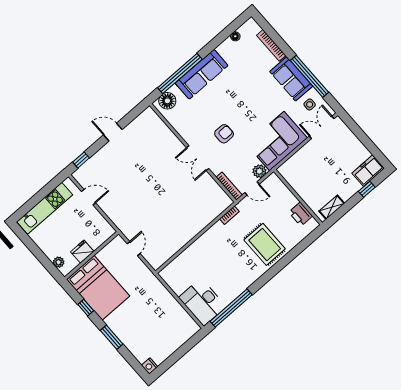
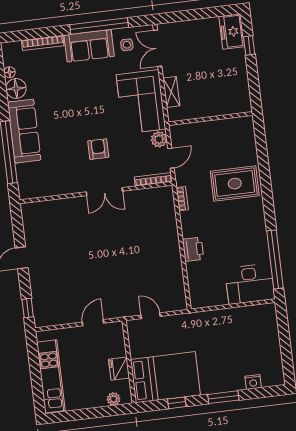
floor lamp: (167, 101) -> (16, 88), moved
door: (89, 197) -> (93, 323), moved
shelving: (332, 207) -> (171, 92), moved
printer: (301, 214) -> (193, 249), moved, turned -90
nightstand: (150, 366) -> (253, 382), moved

